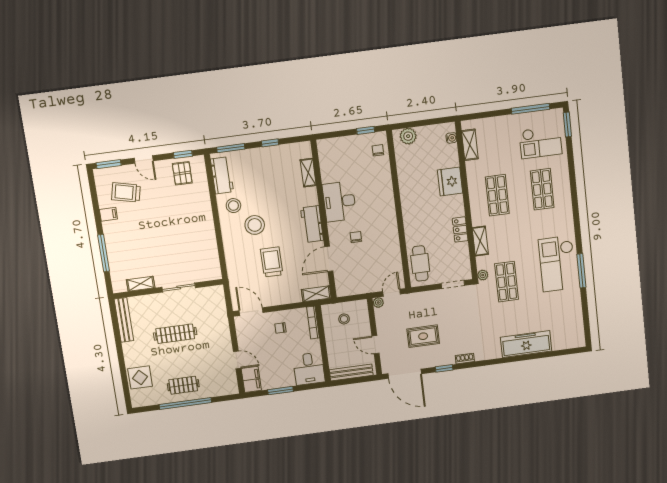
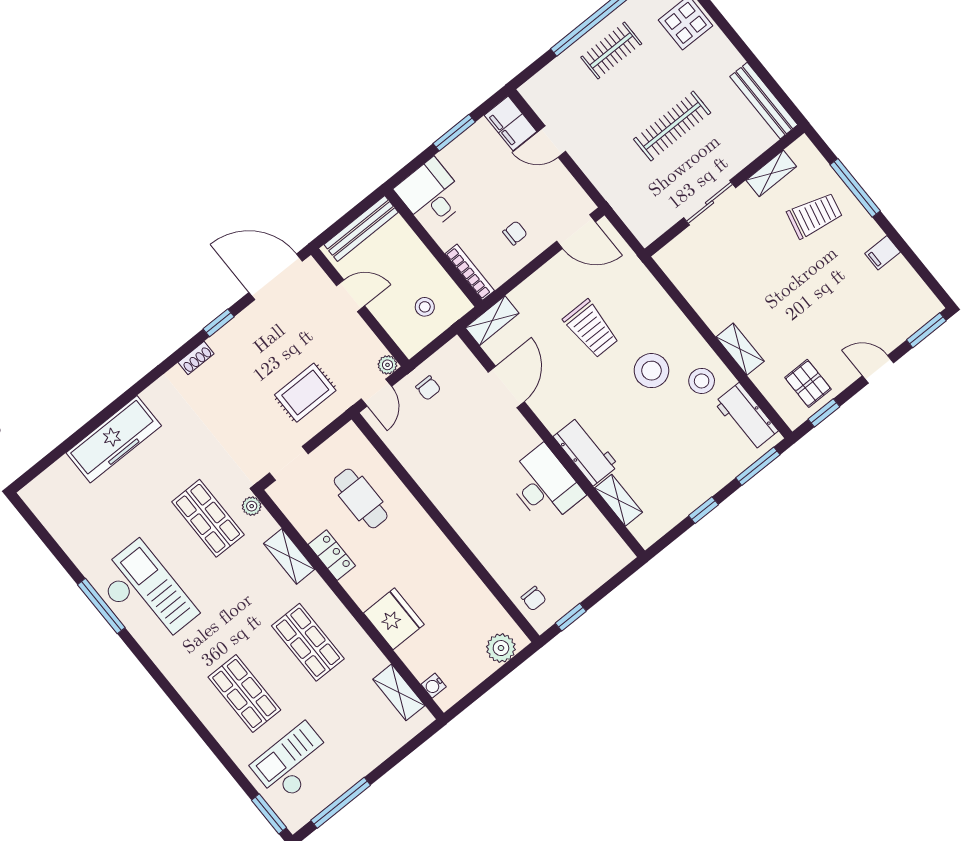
trolley: (126, 192) -> (815, 215), moved
shelving: (206, 210) -> (740, 349), added
workbench: (312, 224) -> (586, 451), moved
chair: (356, 237) -> (428, 388), moved
cafe table: (420, 263) -> (361, 498), moved
rug: (423, 336) -> (305, 393), moved

